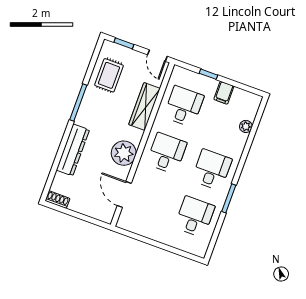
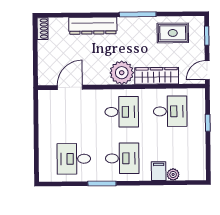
filing cabinet: (224, 93) -> (159, 171), moved, turned 90
plant: (124, 153) -> (122, 73), moved
desk: (195, 217) -> (74, 159), turned 180

